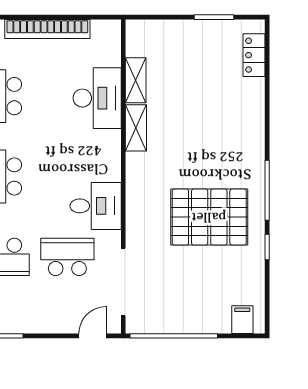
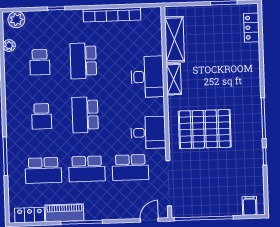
shelving: (136, 80) -> (175, 39), width x1.50, depth x1.33
desk: (97, 98) -> (147, 77), moved
pallet: (209, 217) -> (205, 129), moved
school desk: (67, 257) -> (130, 167), turned 180

